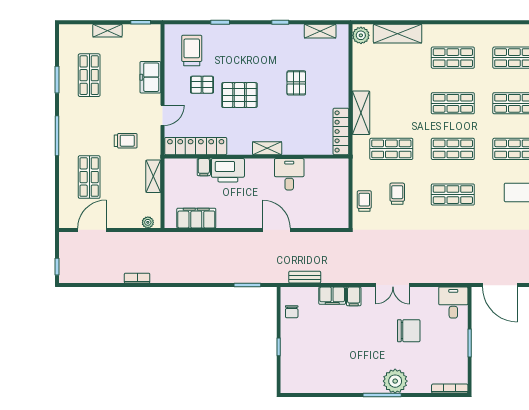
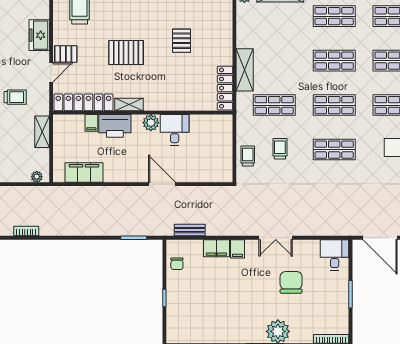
pallet: (202, 85) -> (66, 54), moved
shelving: (267, 148) -> (129, 104), moved
plant: (265, 167) -> (151, 123), added
chair: (409, 331) -> (291, 282), turned -90

